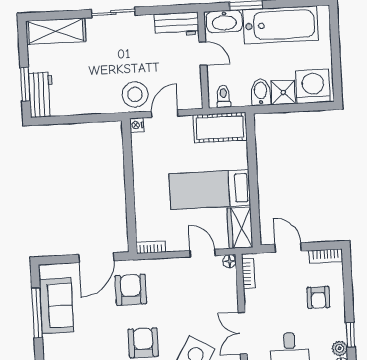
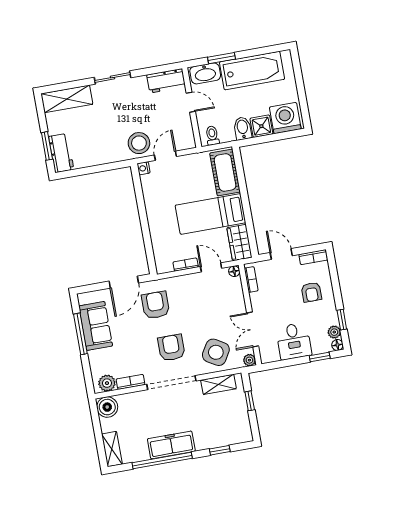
cot: (220, 128) -> (225, 173), moved, turned 90
bookcase: (151, 247) -> (186, 265), moved

